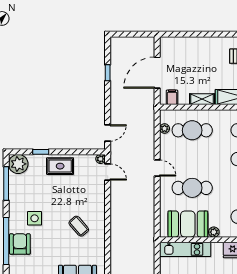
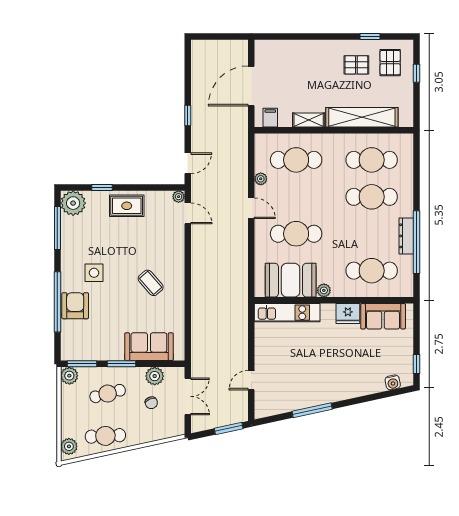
window: (108, 73) -> (188, 115), moved
plant: (165, 129) -> (261, 179), moved

